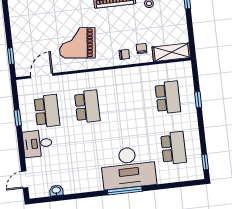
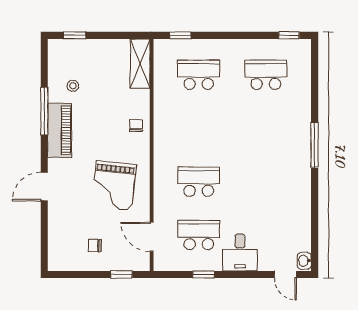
chair: (142, 49) -> (95, 246), moved
window: (198, 100) -> (180, 35), moved
desk: (128, 168) -> (285, 137), removed
washbasin: (56, 190) -> (304, 261), moved

